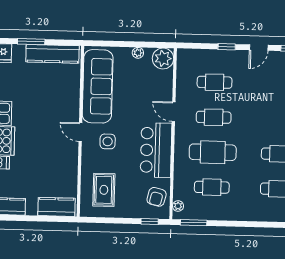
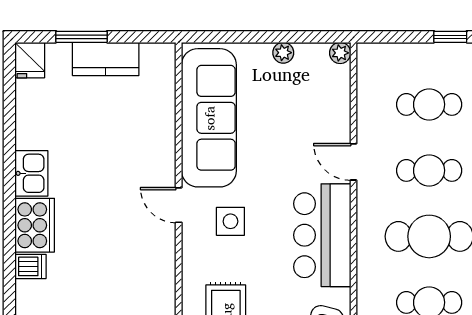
kitchen counter: (53, 54) -> (106, 59), width x0.67
plant: (163, 58) -> (340, 53), width x0.53, depth x0.53

